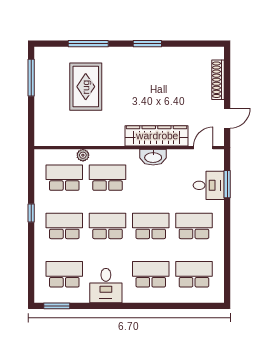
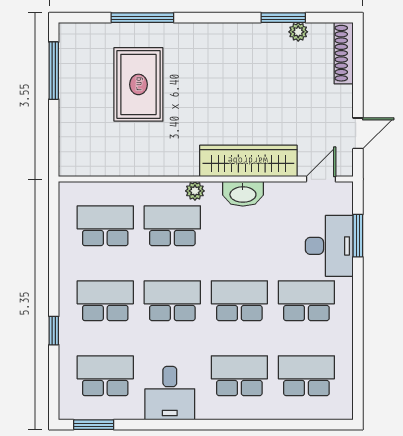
window: (147, 44) -> (283, 18), moved
plant: (189, 53) -> (298, 32), added
shoe rack: (218, 80) -> (344, 53), moved
plant: (83, 155) -> (195, 191), moved
desk: (209, 185) -> (329, 246), width x1.37
window: (31, 213) -> (54, 331), moved

